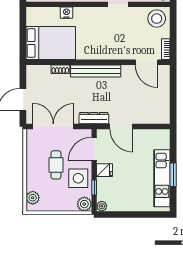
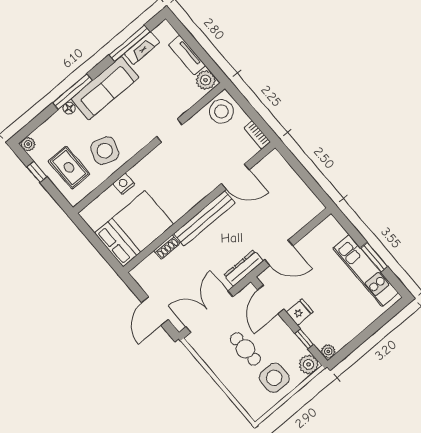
door: (146, 62) -> (235, 177), moved
side table: (78, 178) -> (274, 378), moved
plant: (33, 198) -> (250, 403), removed

